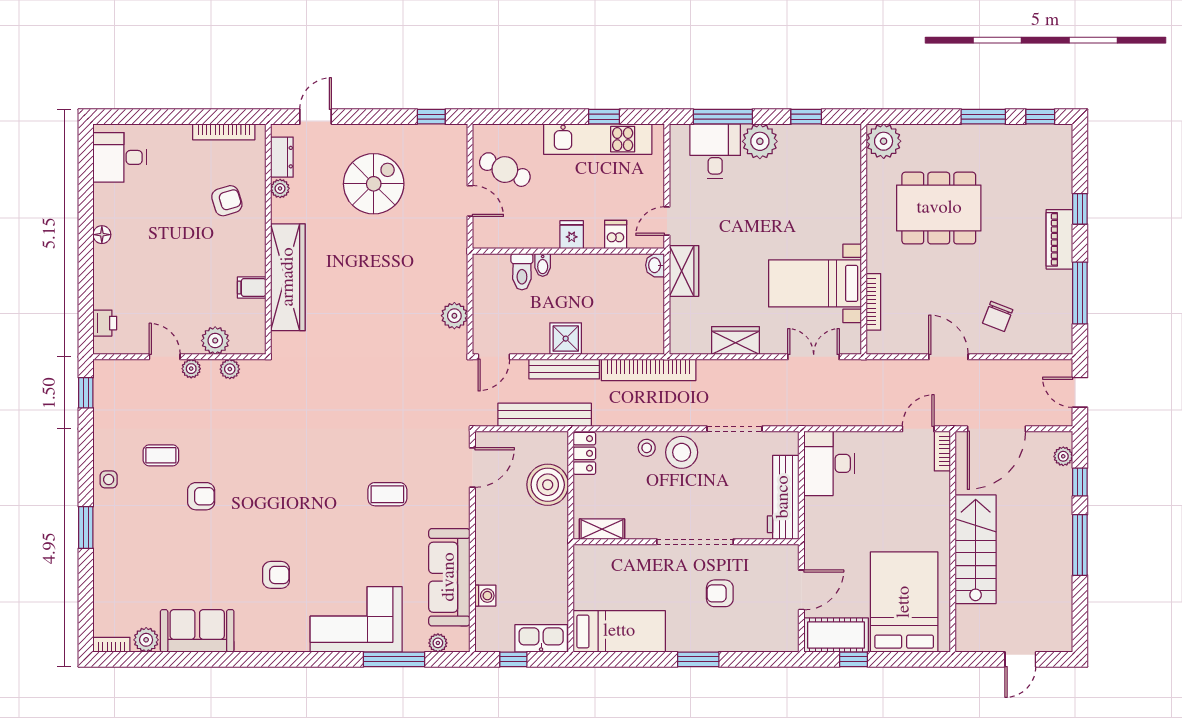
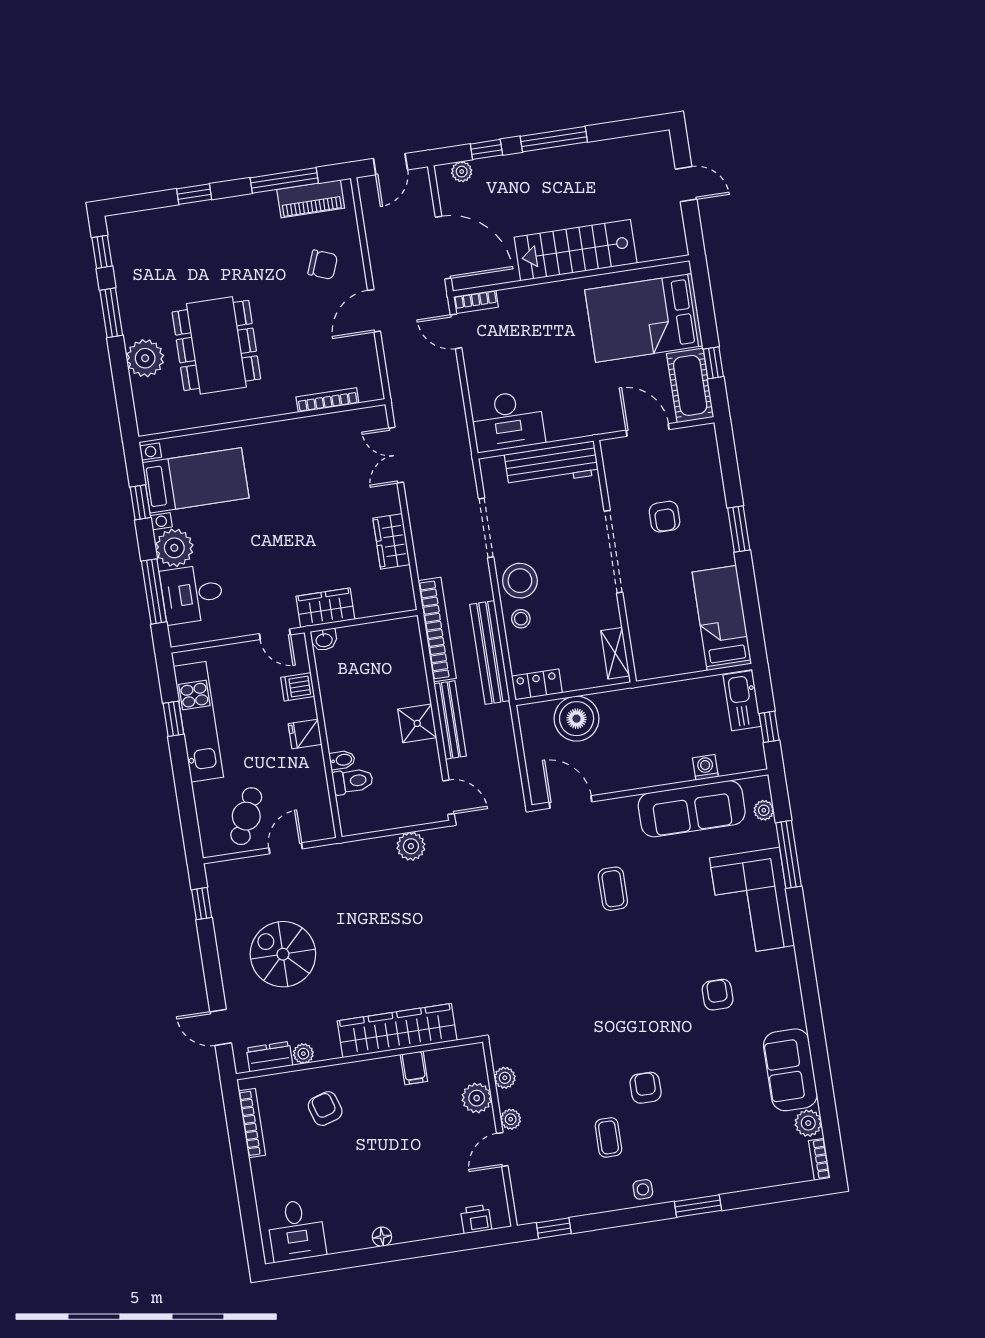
plant: (884, 141) -> (145, 358), moved
piano: (1059, 239) -> (311, 199), moved
bed with nightstands: (815, 283) -> (196, 480), moved, turned -90
bench: (545, 415) -> (490, 653), moved

